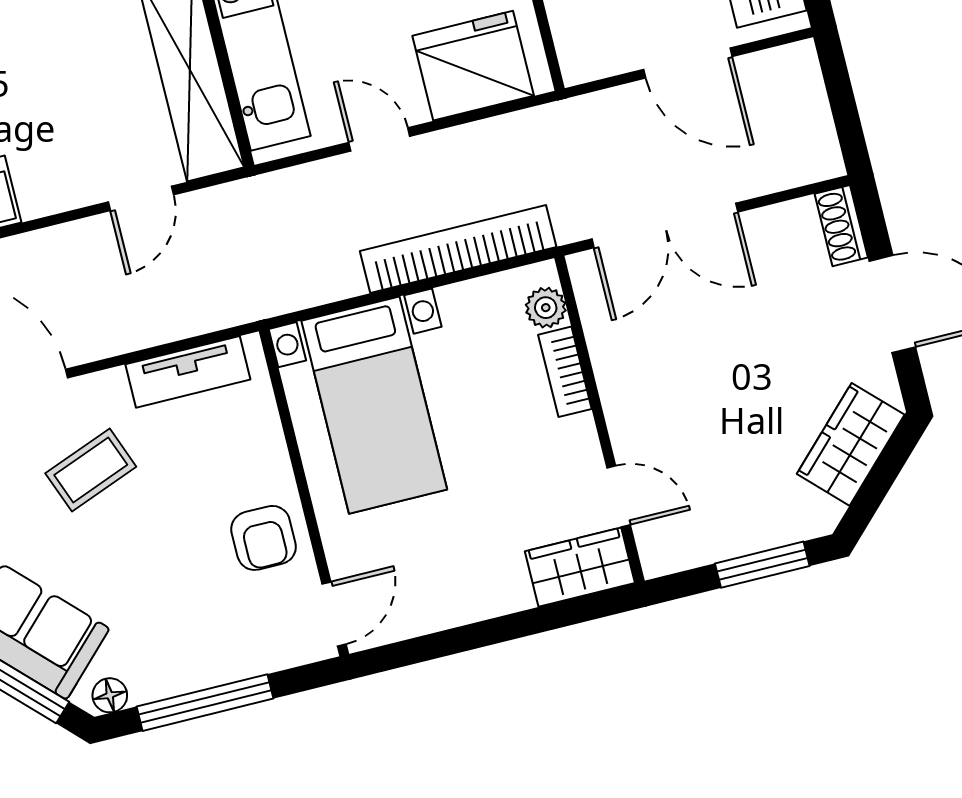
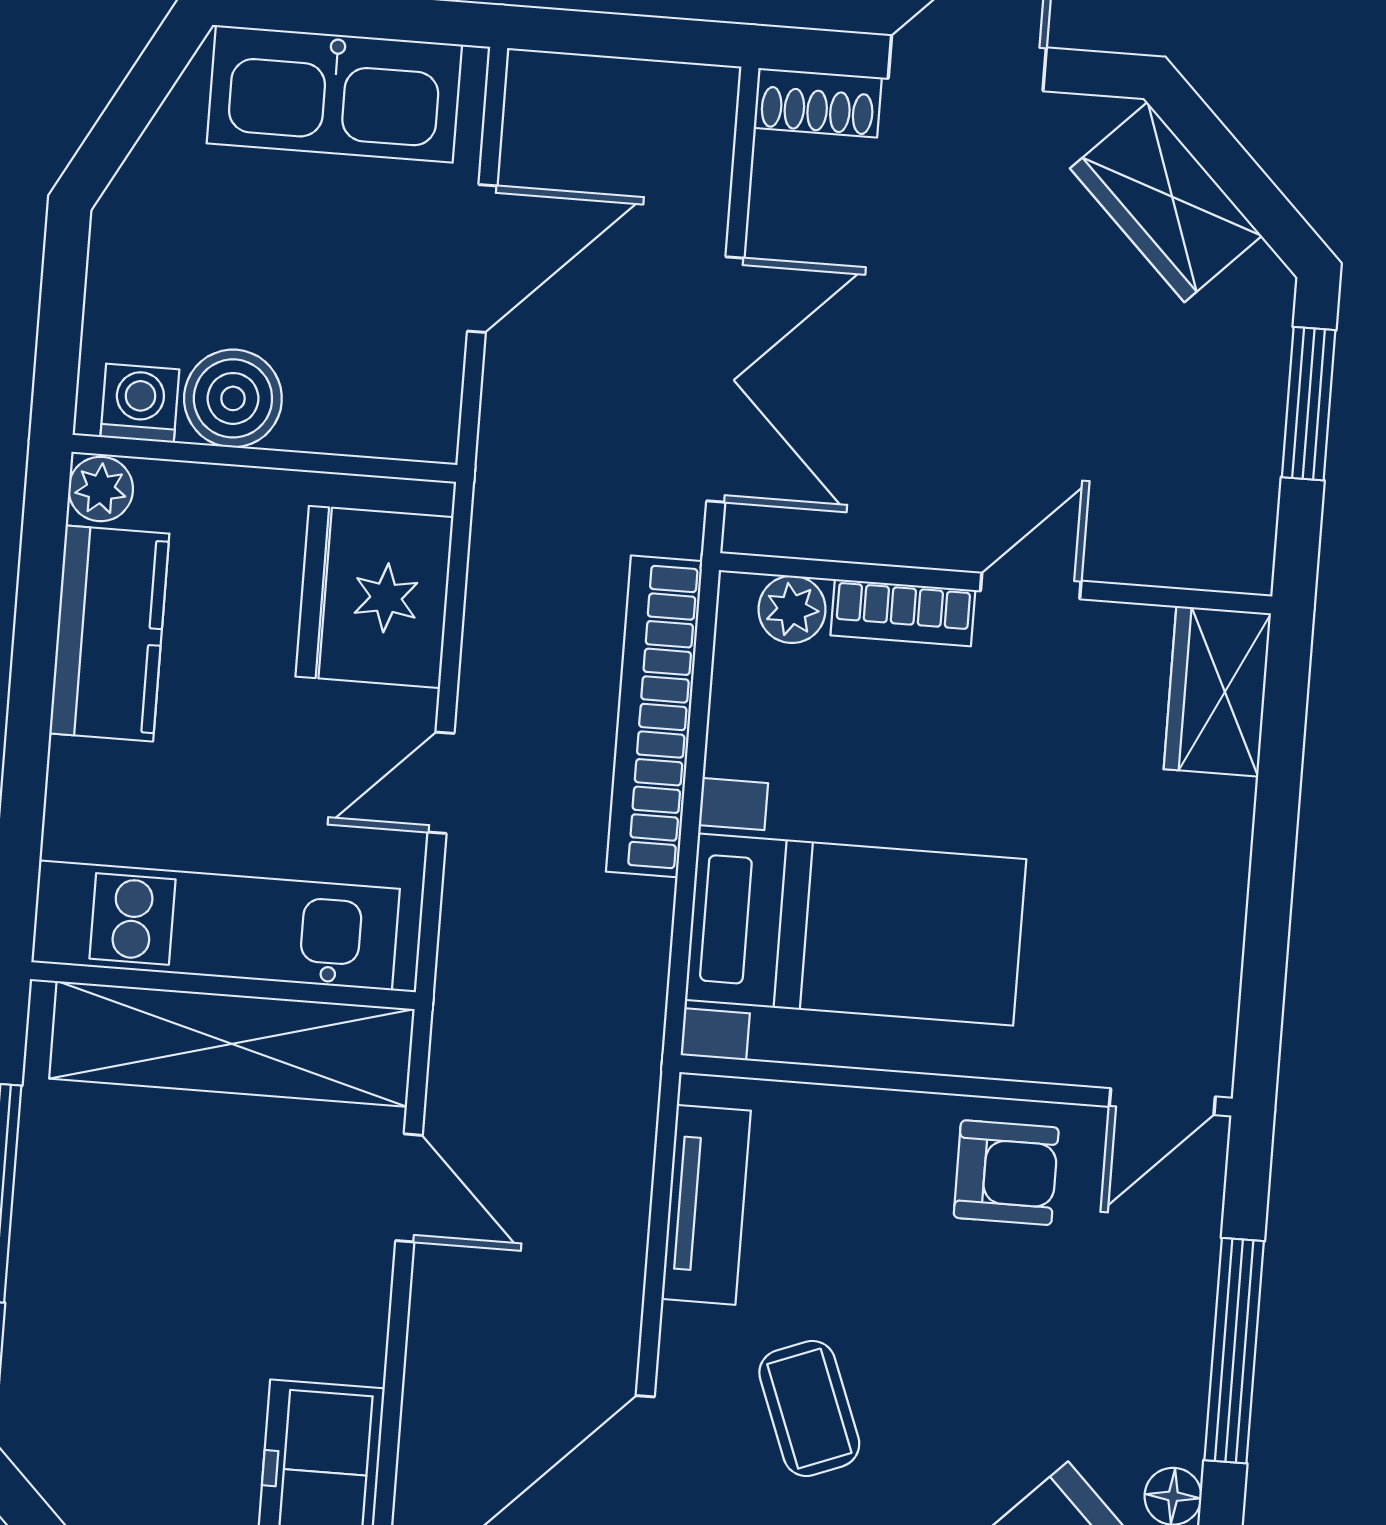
door: (619, 496) -> (1031, 586), moved
door: (334, 614) -> (1162, 1102), swing flipped

